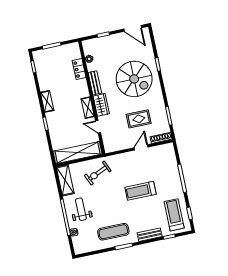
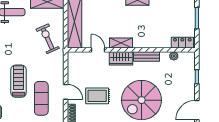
locker: (79, 69) -> (182, 43), moved
rug: (139, 119) -> (97, 96), turned 90
door: (98, 127) -> (98, 50), hinge flipped
exercise mat: (151, 168) -> (41, 98), added

